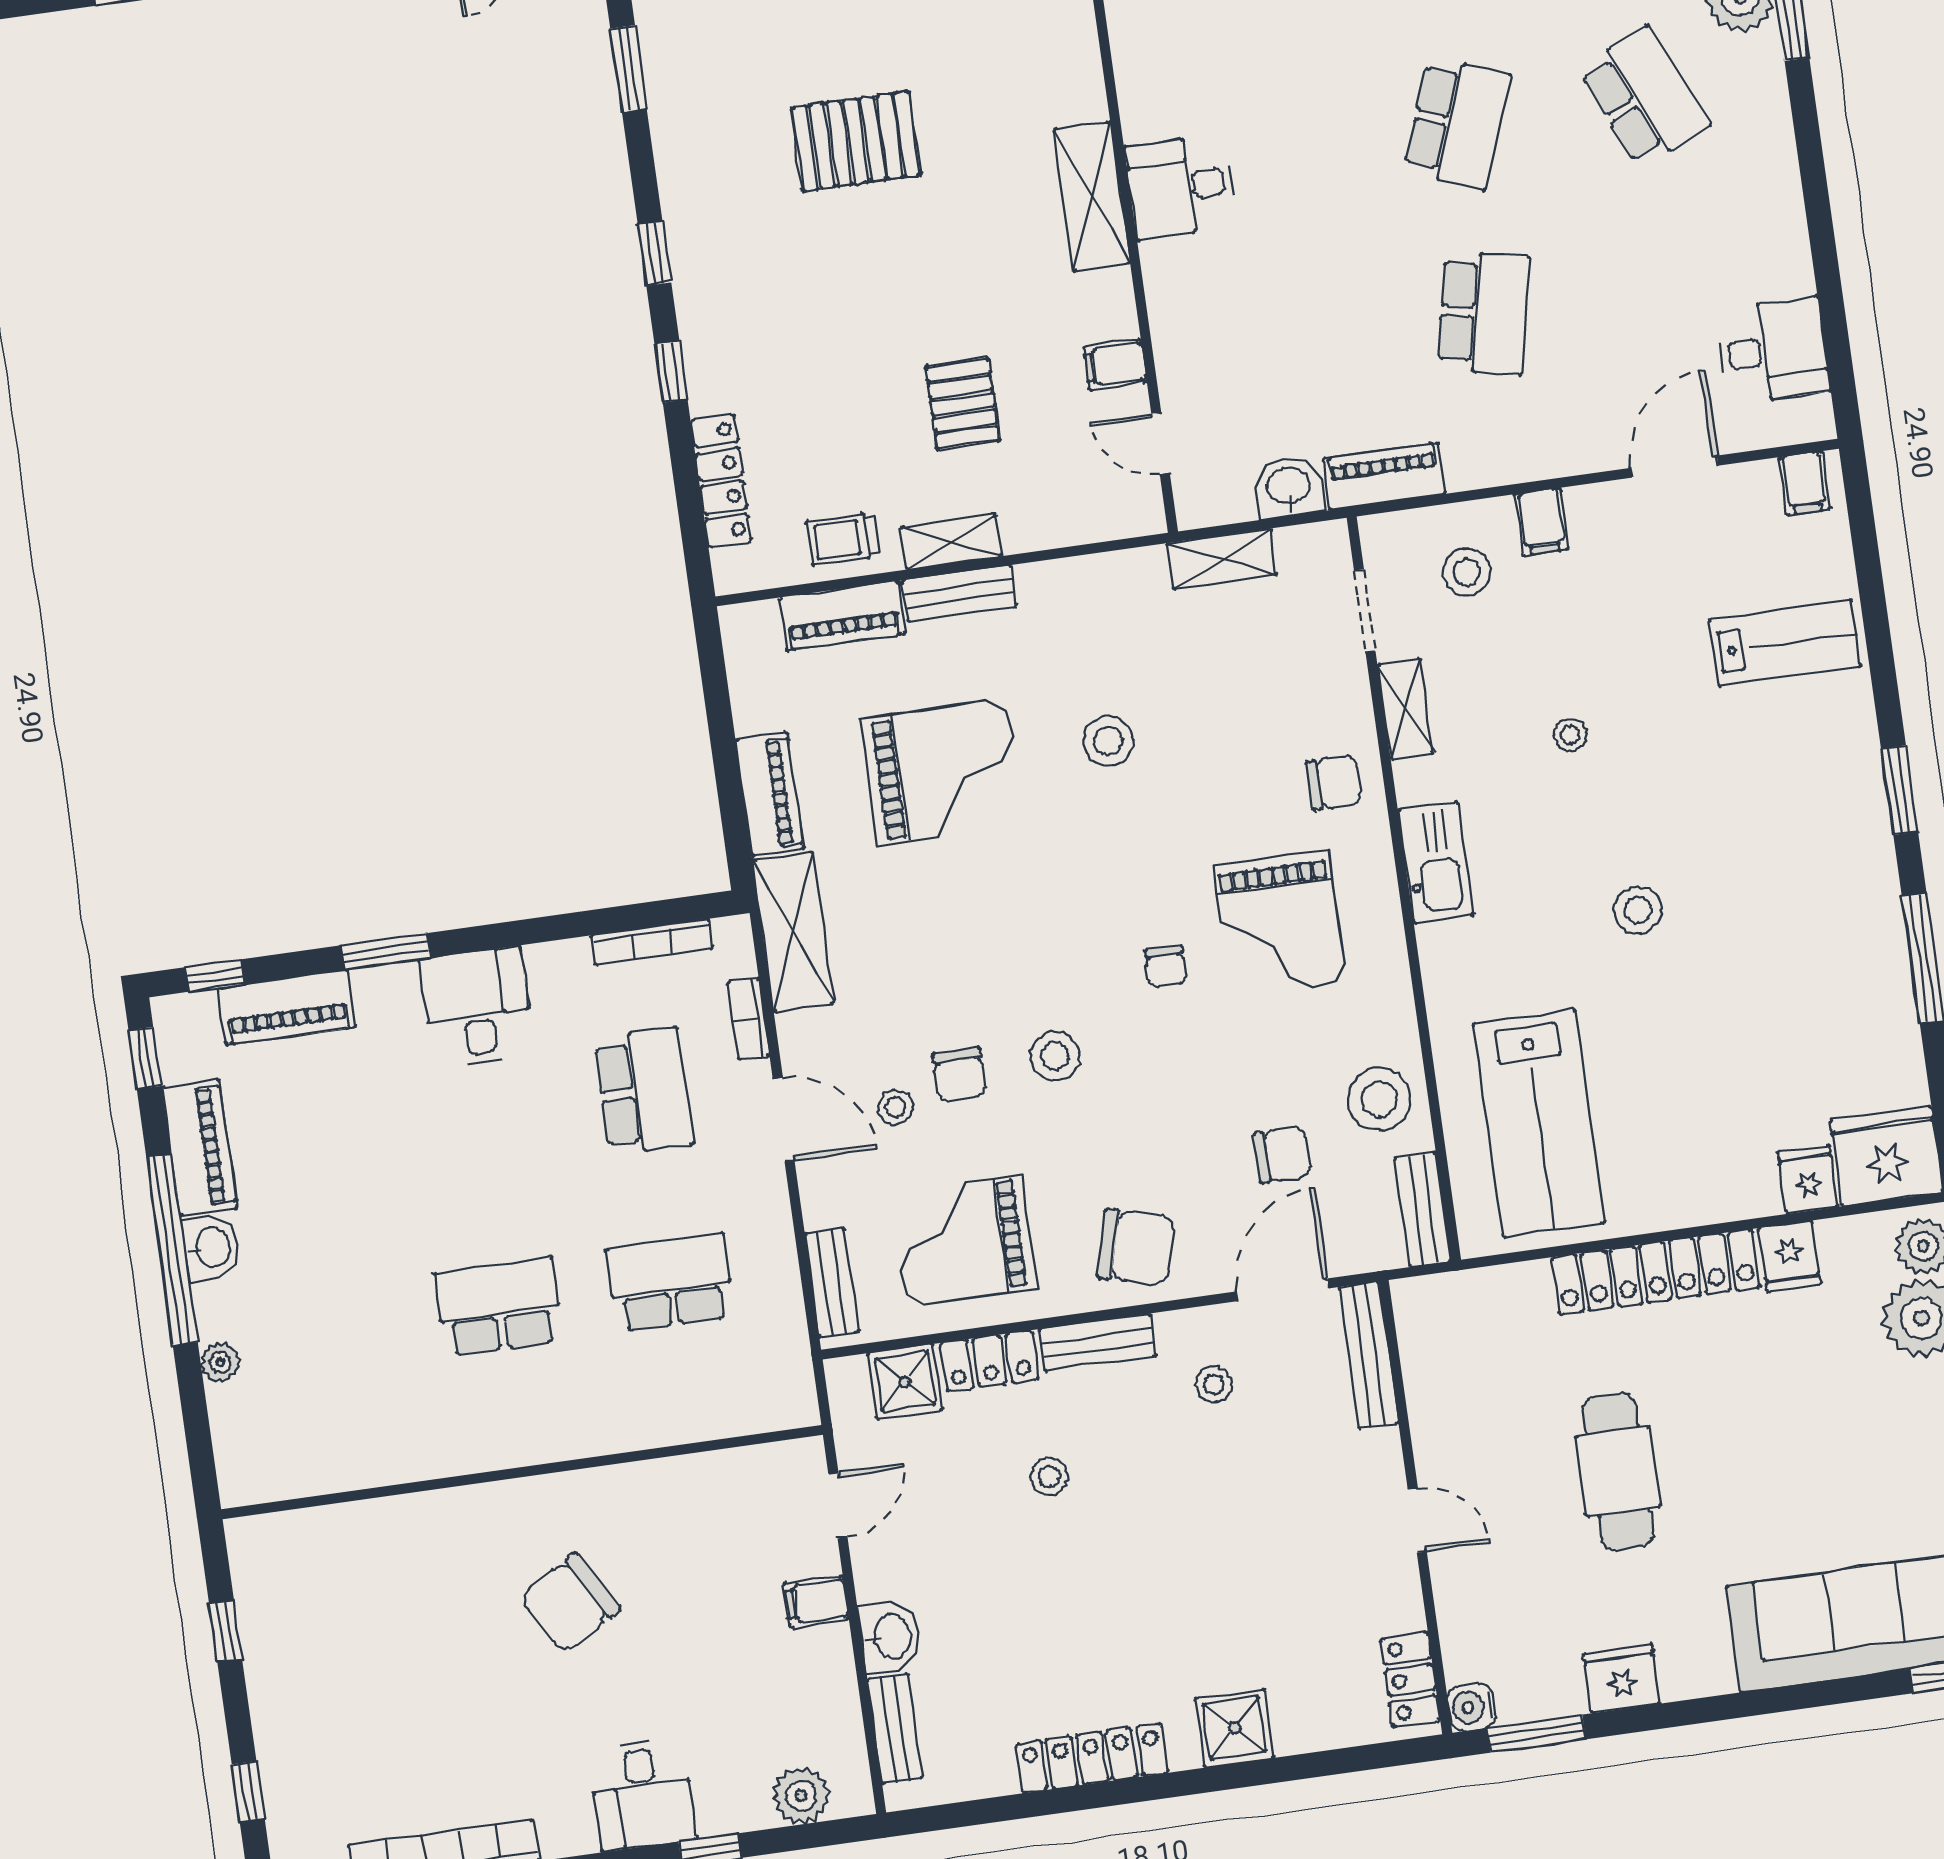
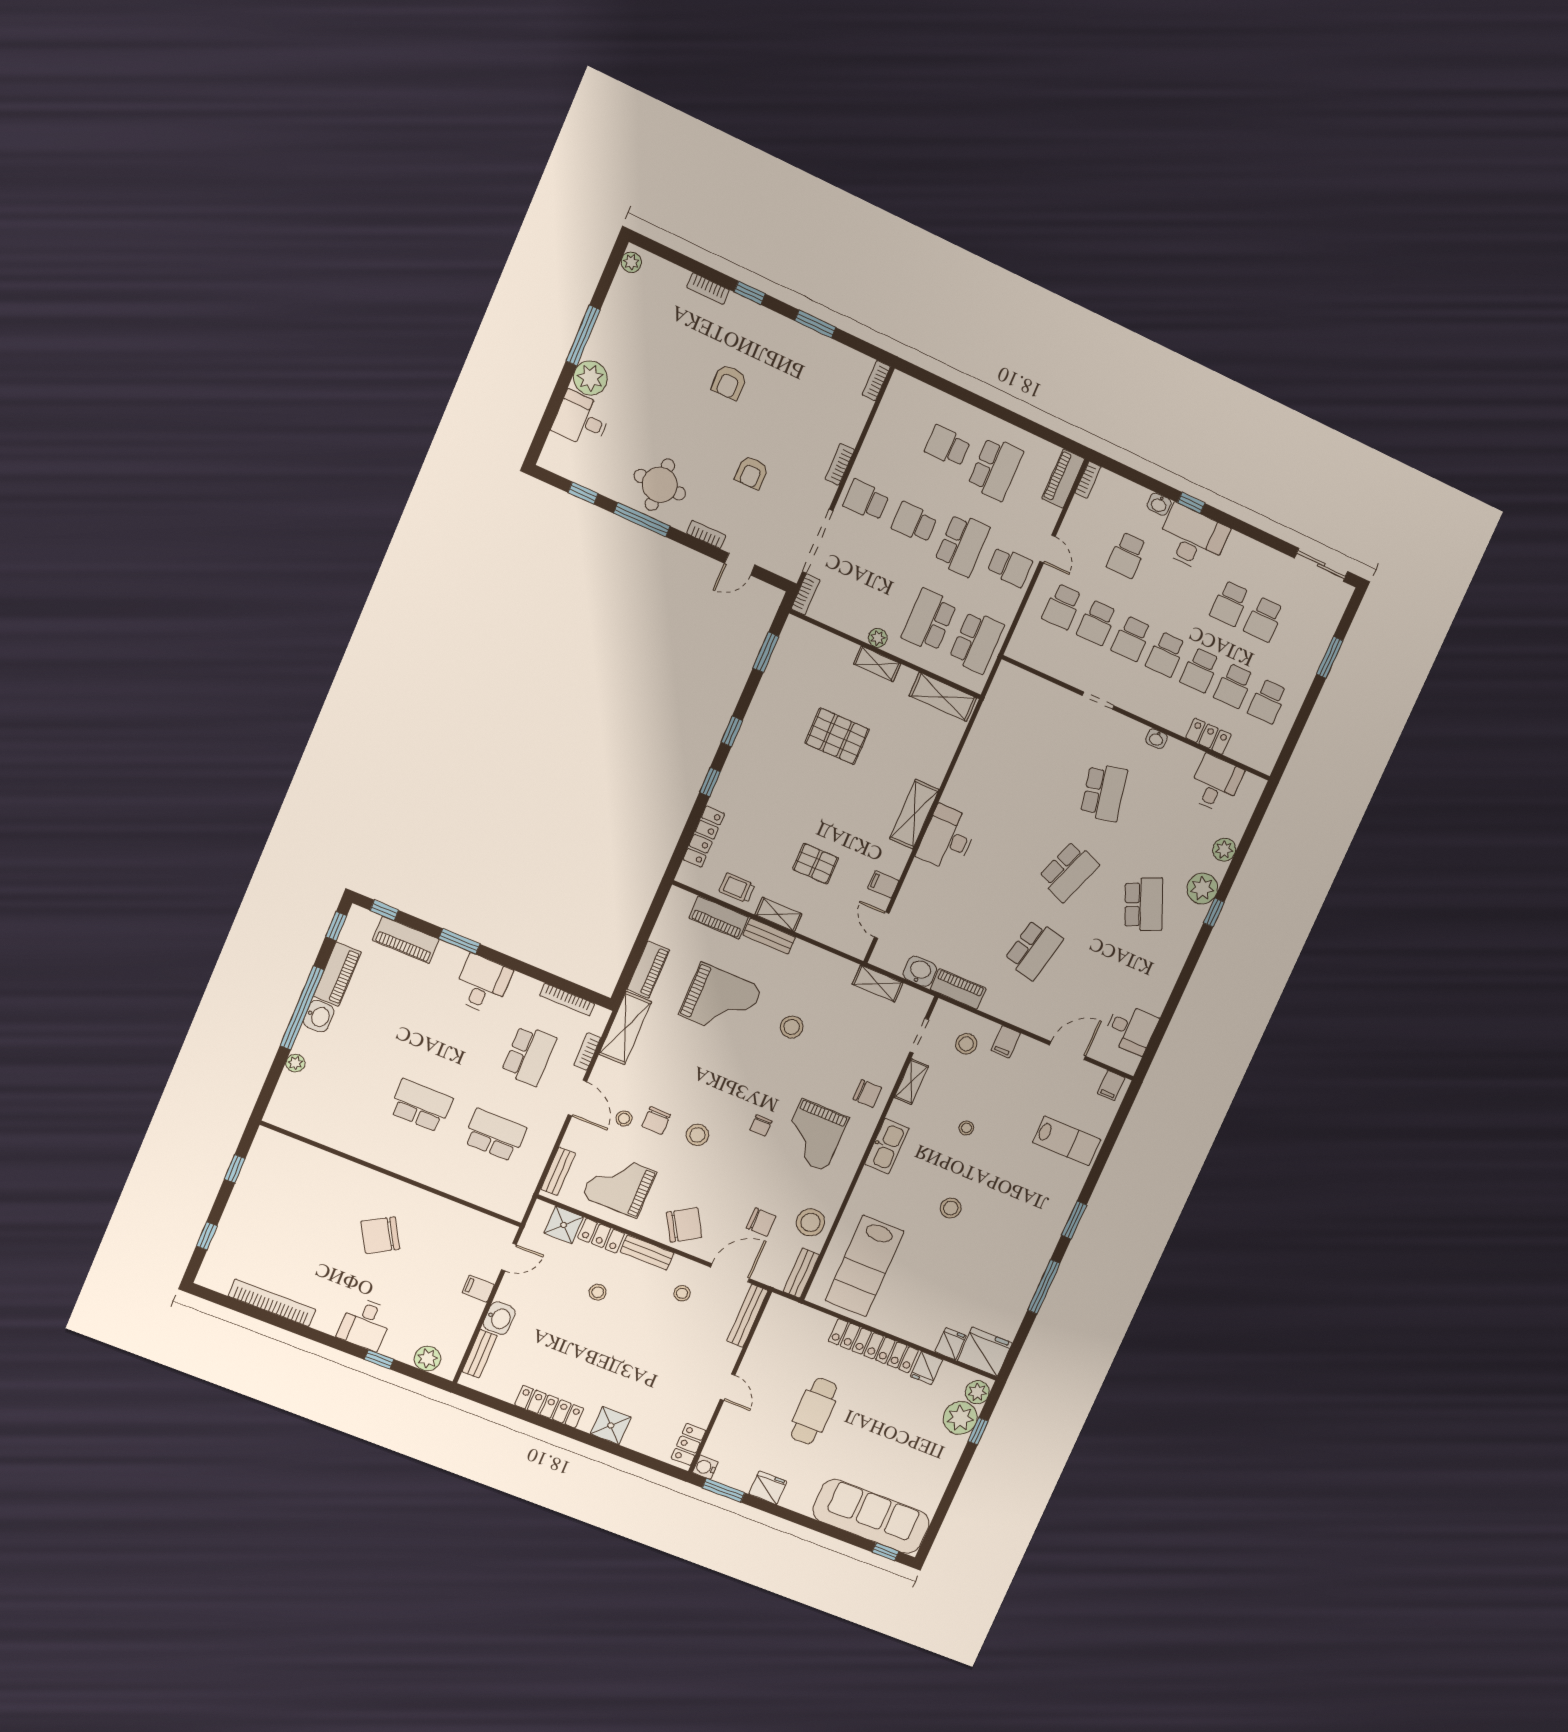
desk: (1181, 187) -> (947, 839), width x1.37
pallet: (963, 404) -> (816, 864), turned 90
chair: (1136, 1247) -> (684, 1225), turned -46

